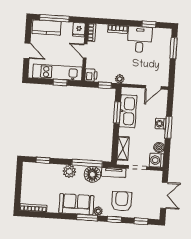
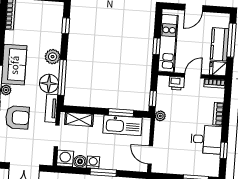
kitchen counter: (47, 28) -> (220, 44), moved
printer: (91, 75) -> (177, 83), moved
washing machine: (161, 124) -> (93, 162), moved

